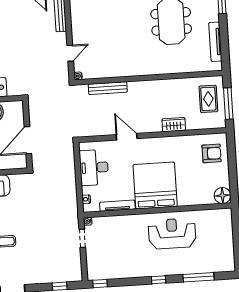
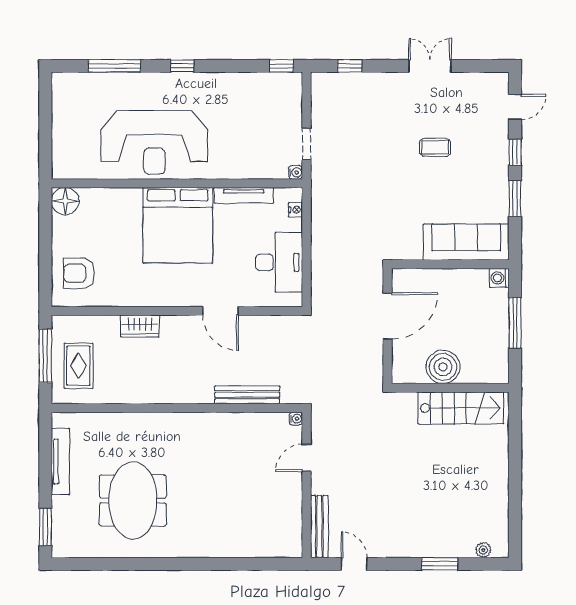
reception desk: (172, 234) -> (154, 142), width x1.36, depth x1.30

